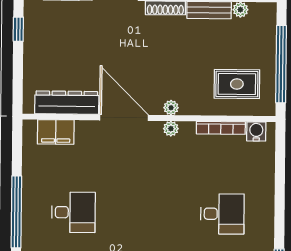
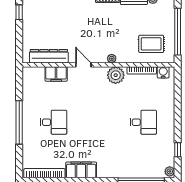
door: (124, 118) -> (83, 65), width x0.53
plant: (171, 129) -> (116, 75), width x1.87, depth x1.87
filing cabinet: (56, 132) -> (56, 74), moved

